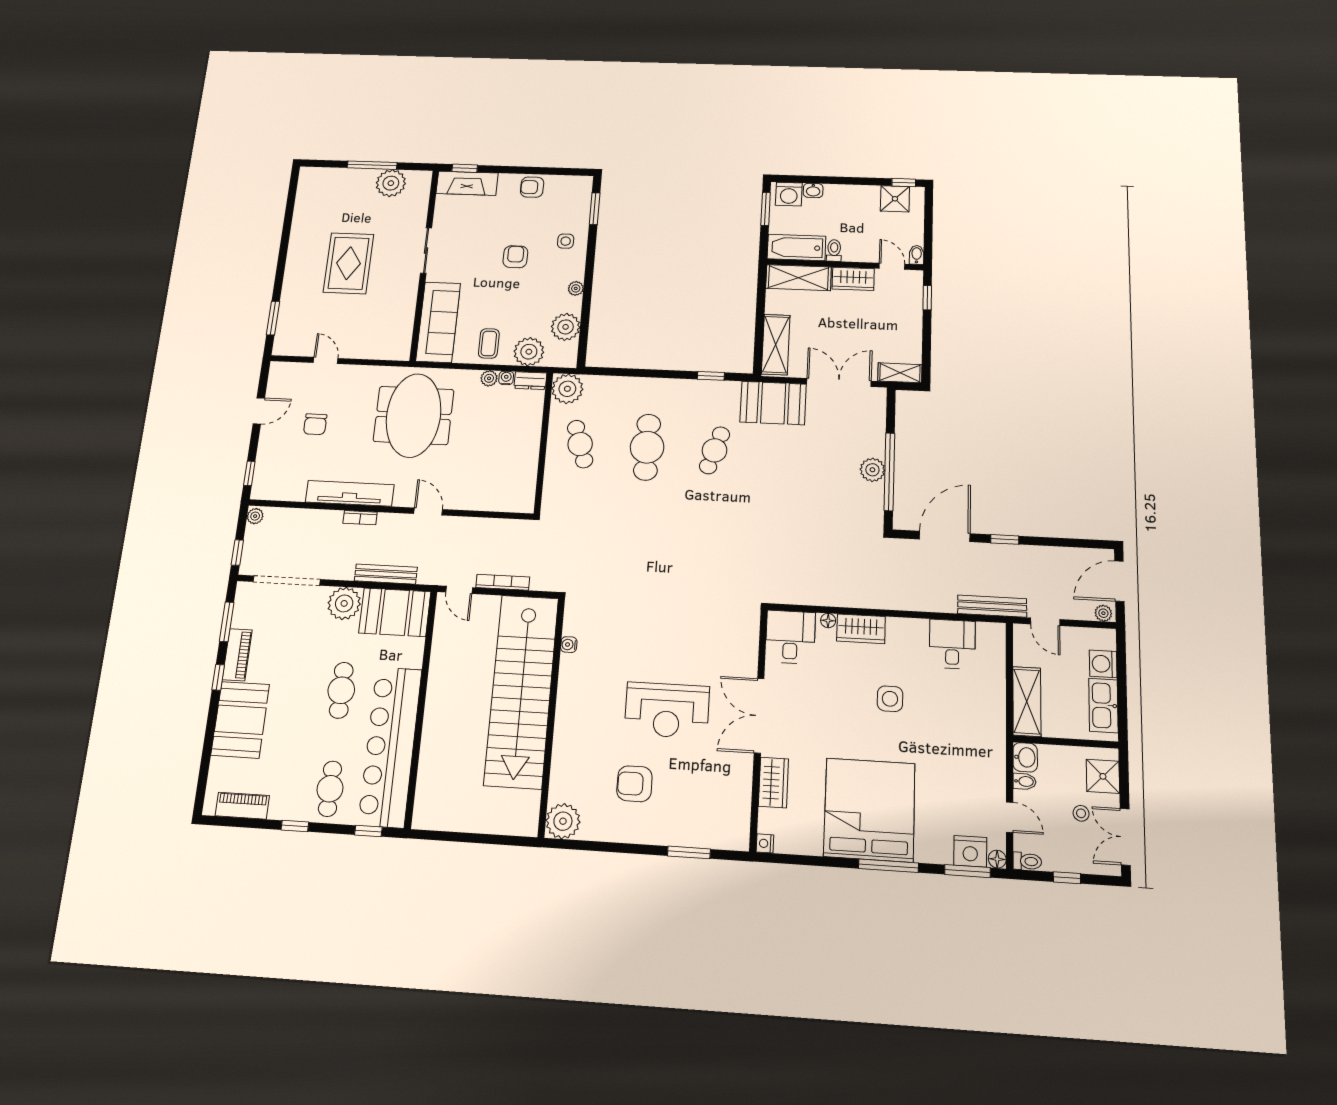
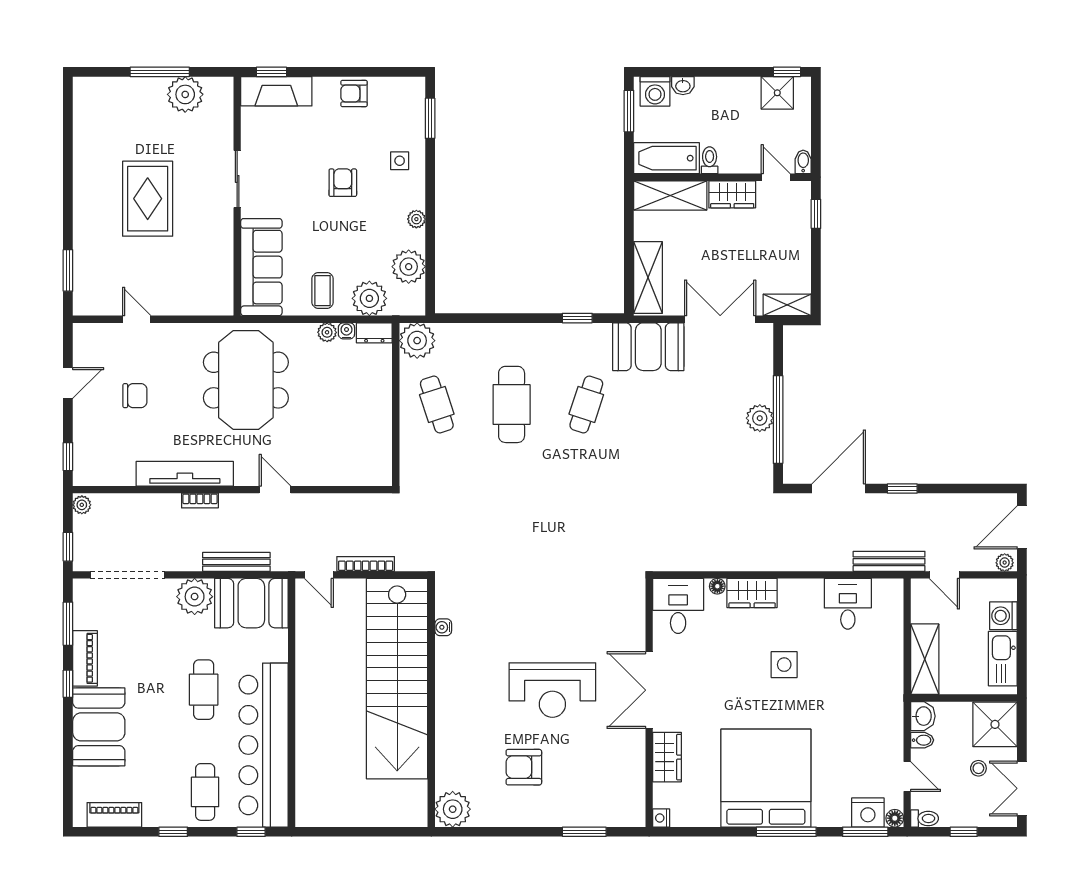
chair: (315, 424) -> (135, 396), turned -90
shower: (1103, 776) -> (995, 724), width x1.36, depth x1.36

